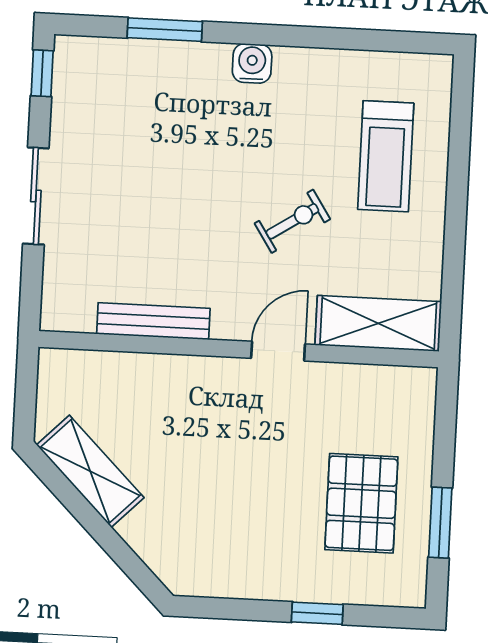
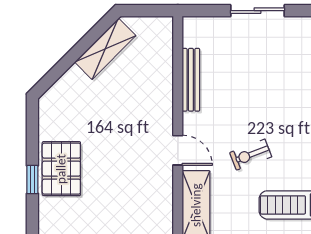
exercise bike: (292, 221) -> (251, 155), turned 102
pallet: (361, 503) -> (61, 169), moved, turned 90

